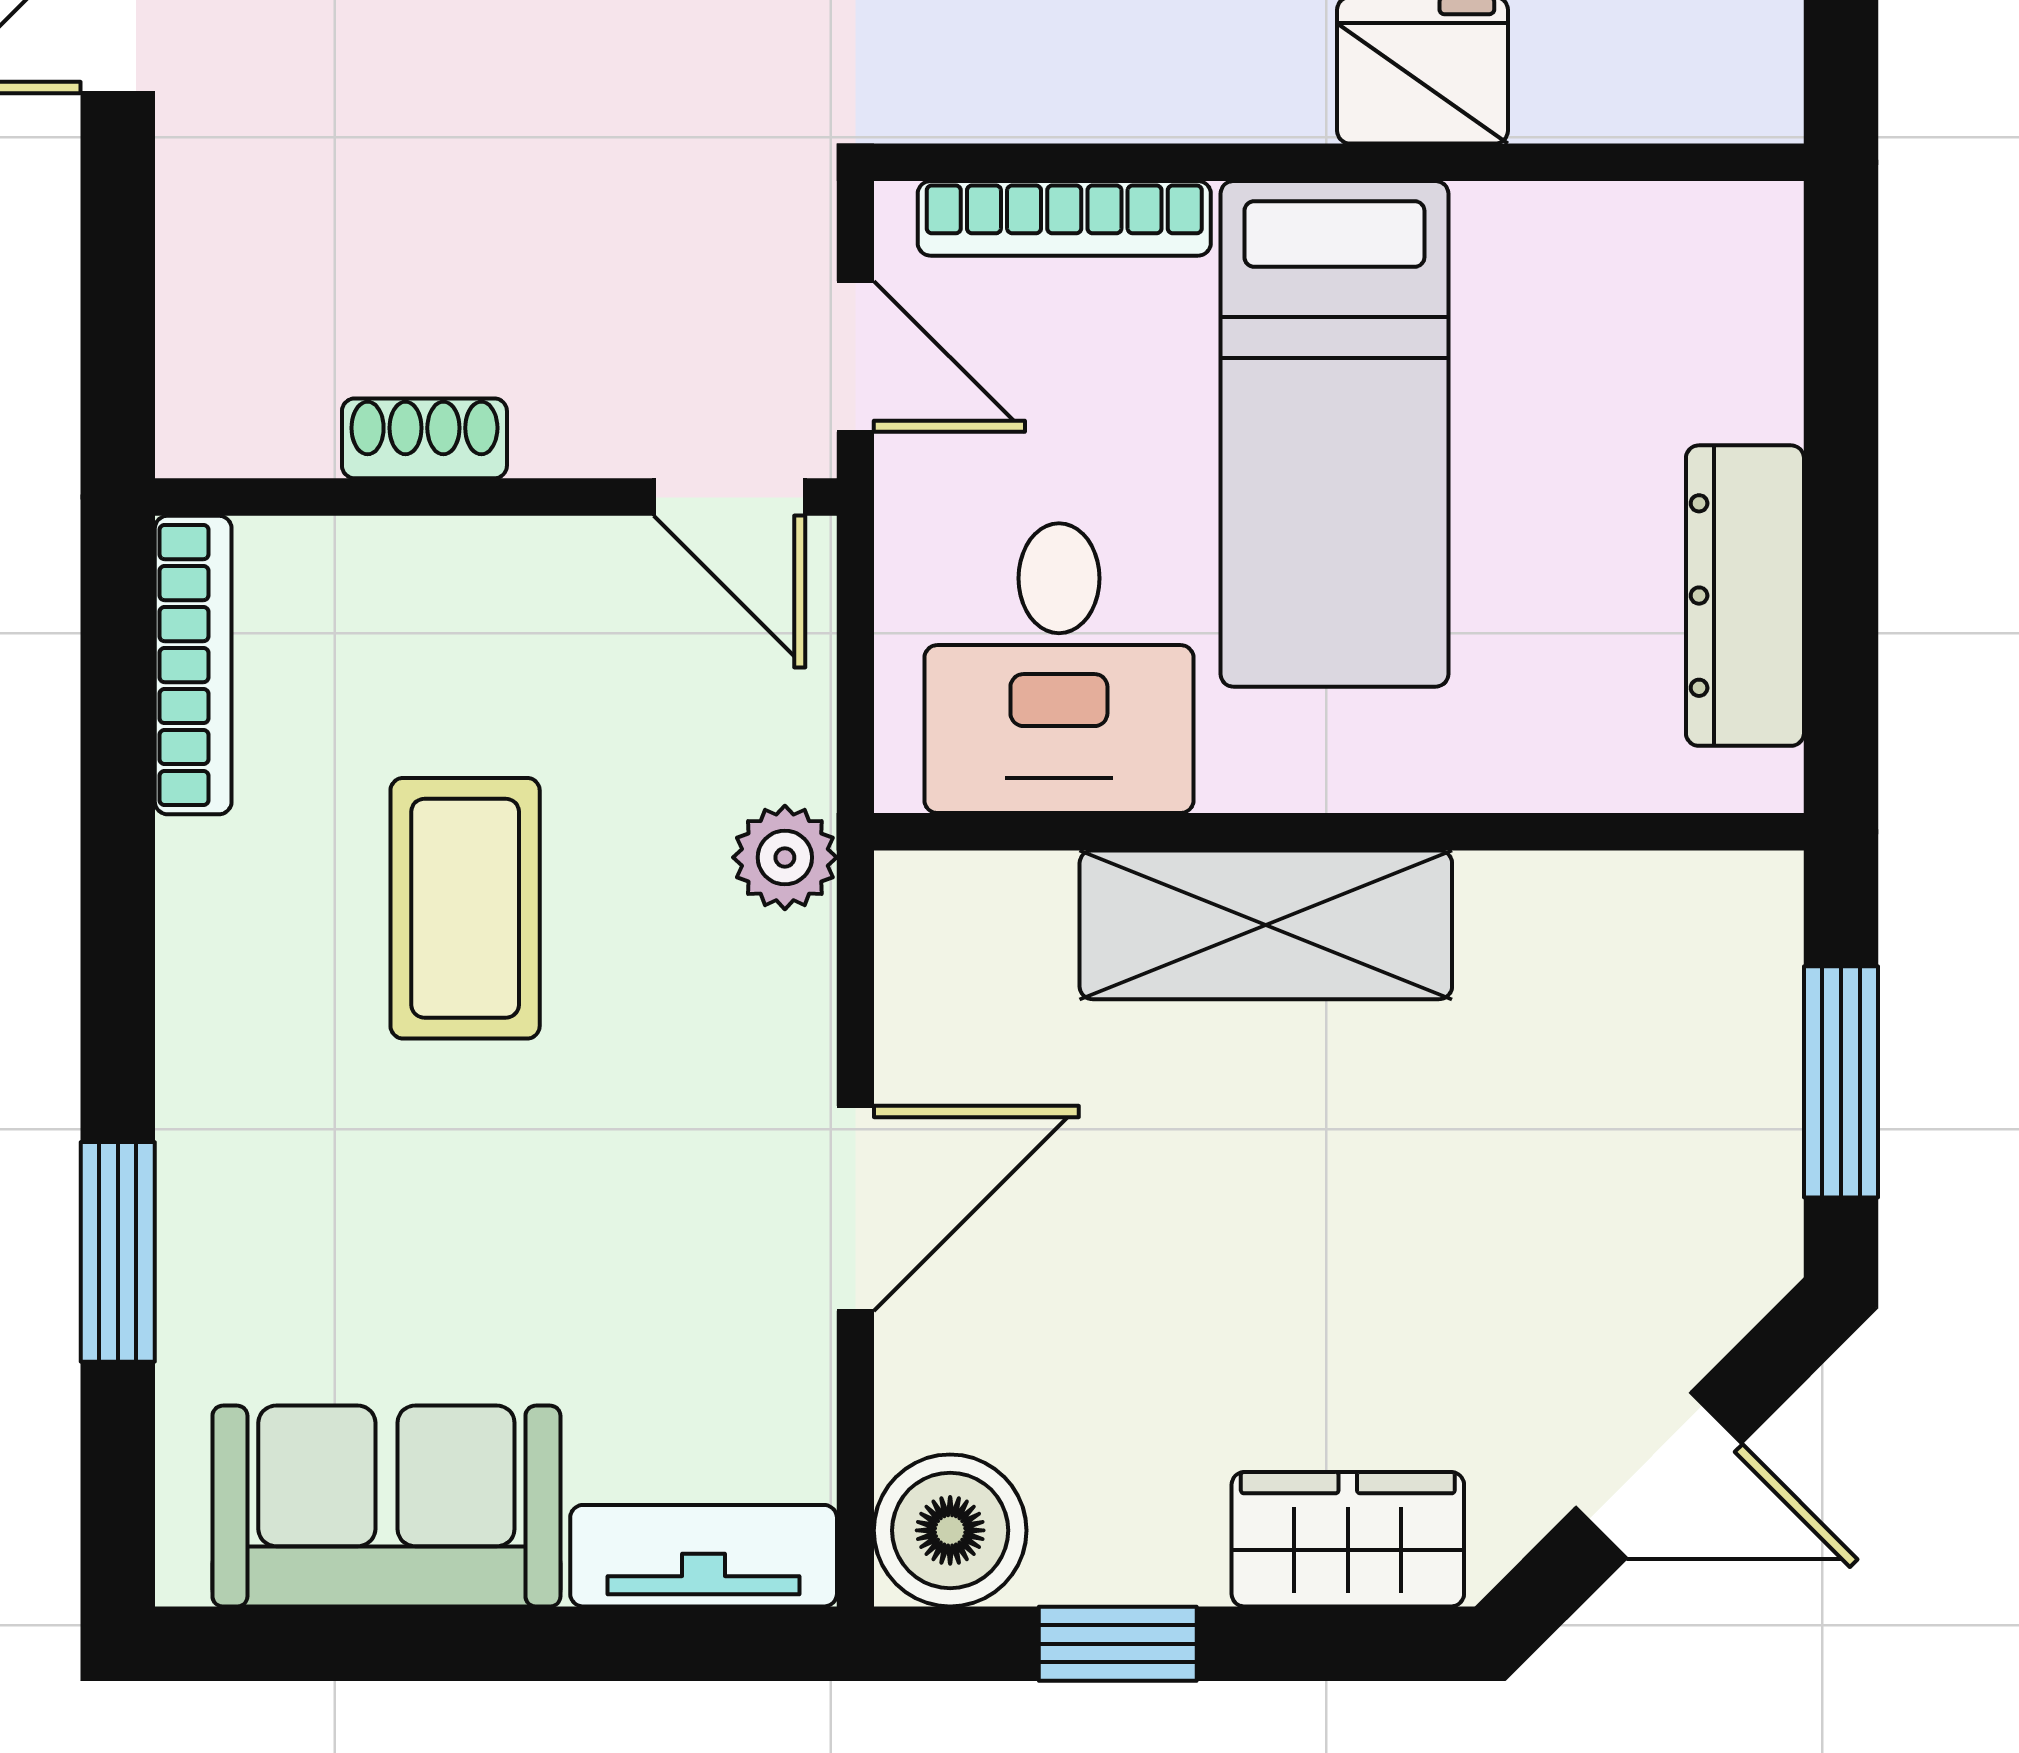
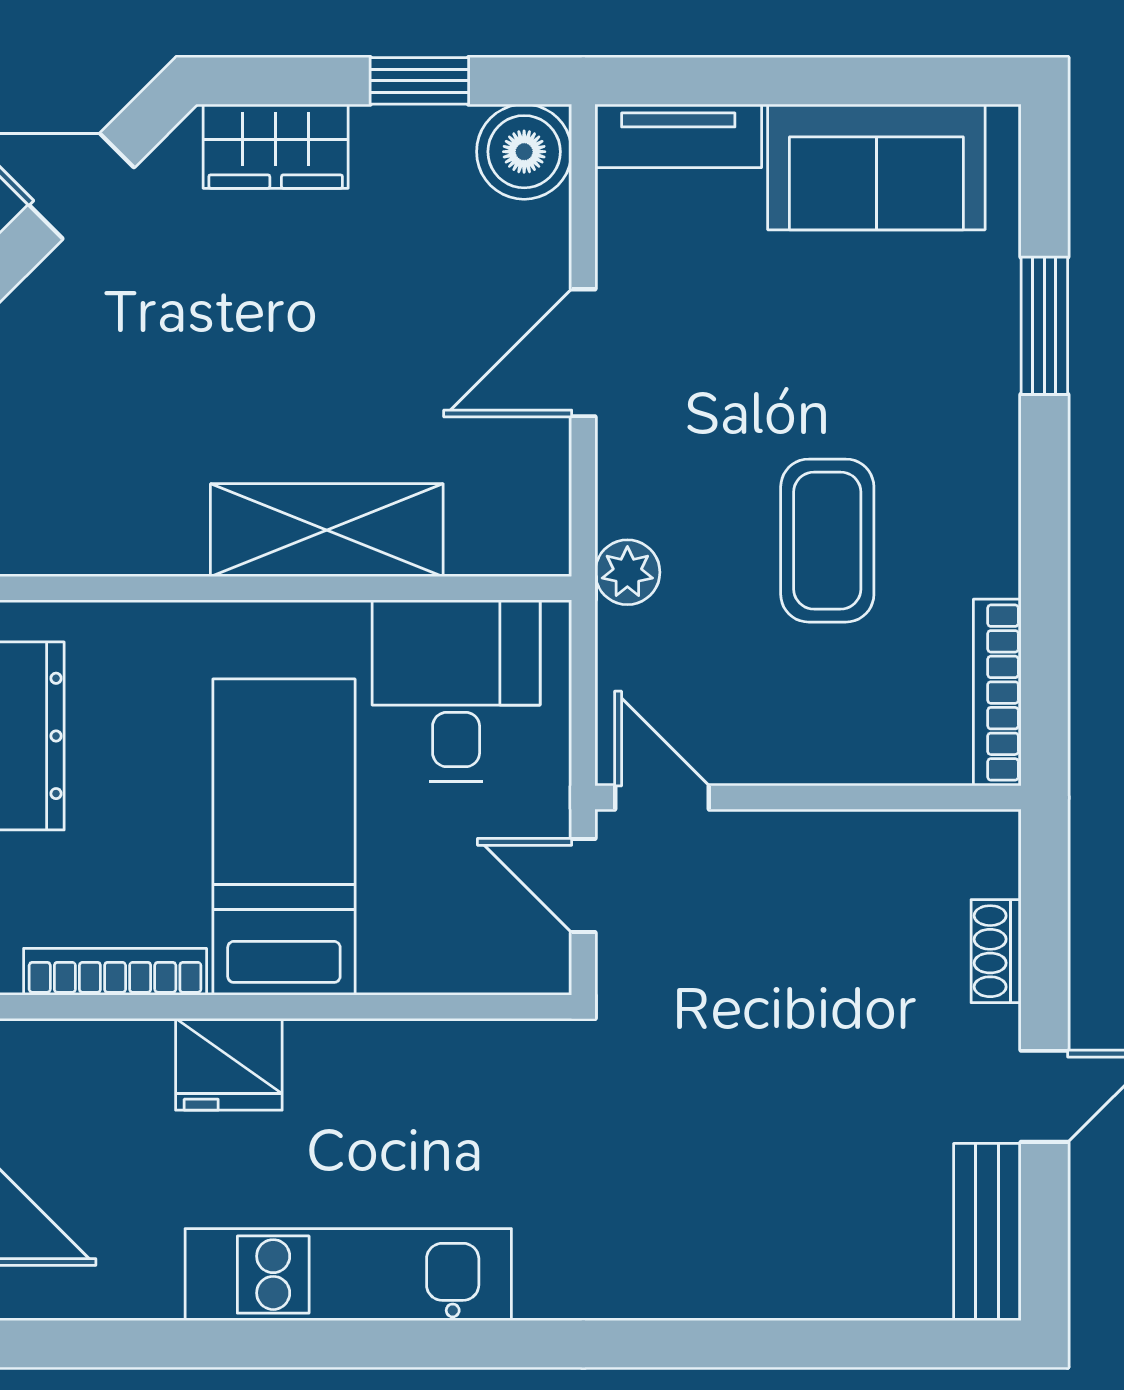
bookcase: (1064, 218) -> (115, 972), moved
shoe rack: (424, 438) -> (996, 951), moved, turned 90

